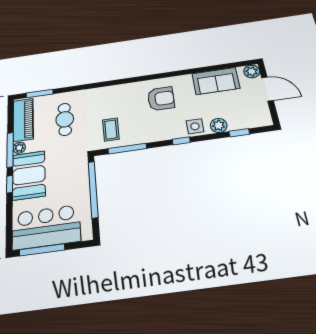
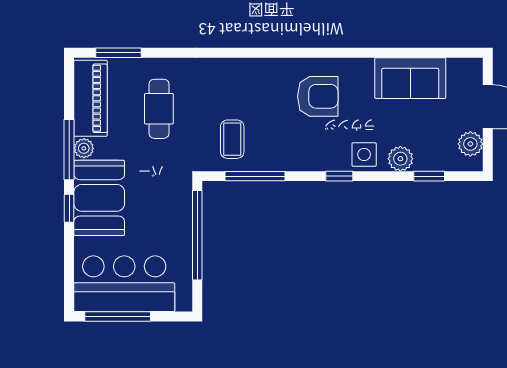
plant: (252, 71) -> (470, 144), moved

